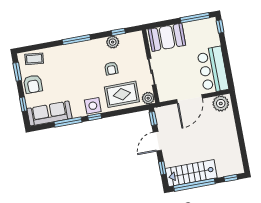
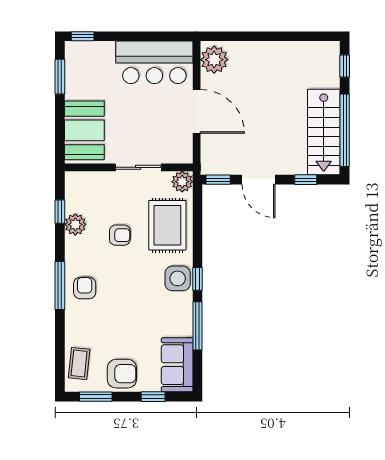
window: (195, 18) -> (60, 77), width x0.69
armchair: (78, 54) -> (85, 288), added
sofa: (49, 113) -> (177, 365), width x0.73

